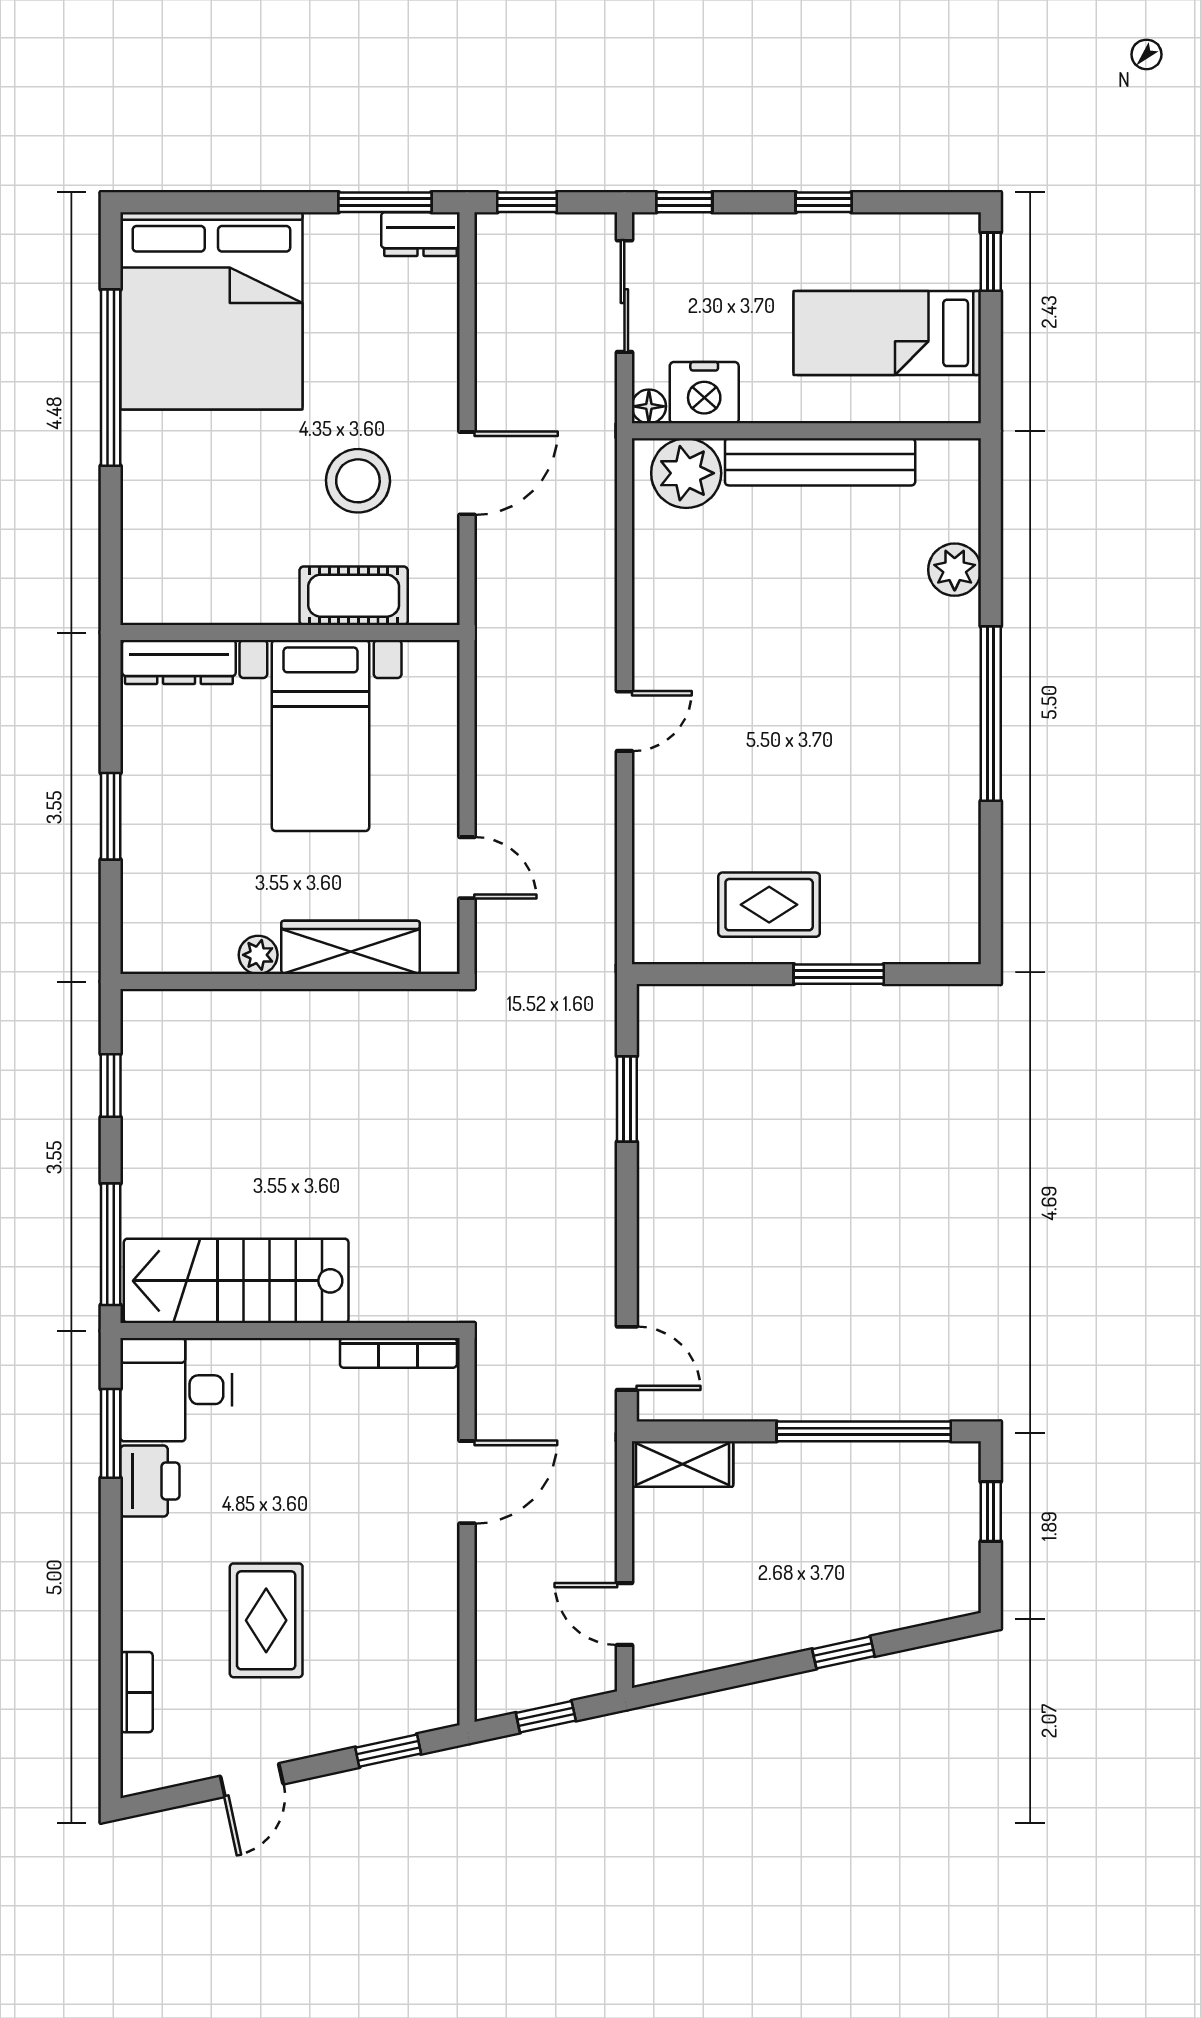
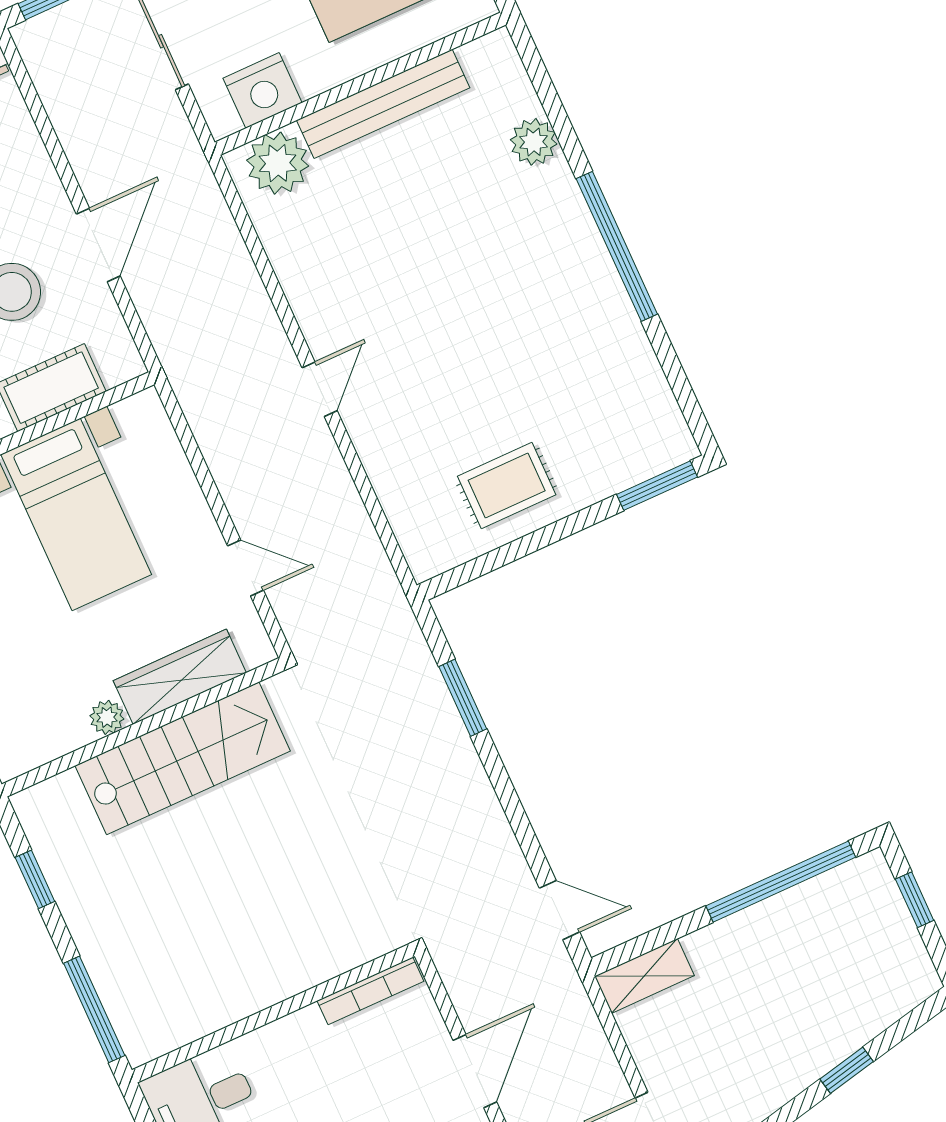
floor lamp: (649, 406) -> (222, 122), removed
window: (839, 974) -> (657, 486), moved
stairs: (236, 1281) -> (183, 758), moved, turned 180

